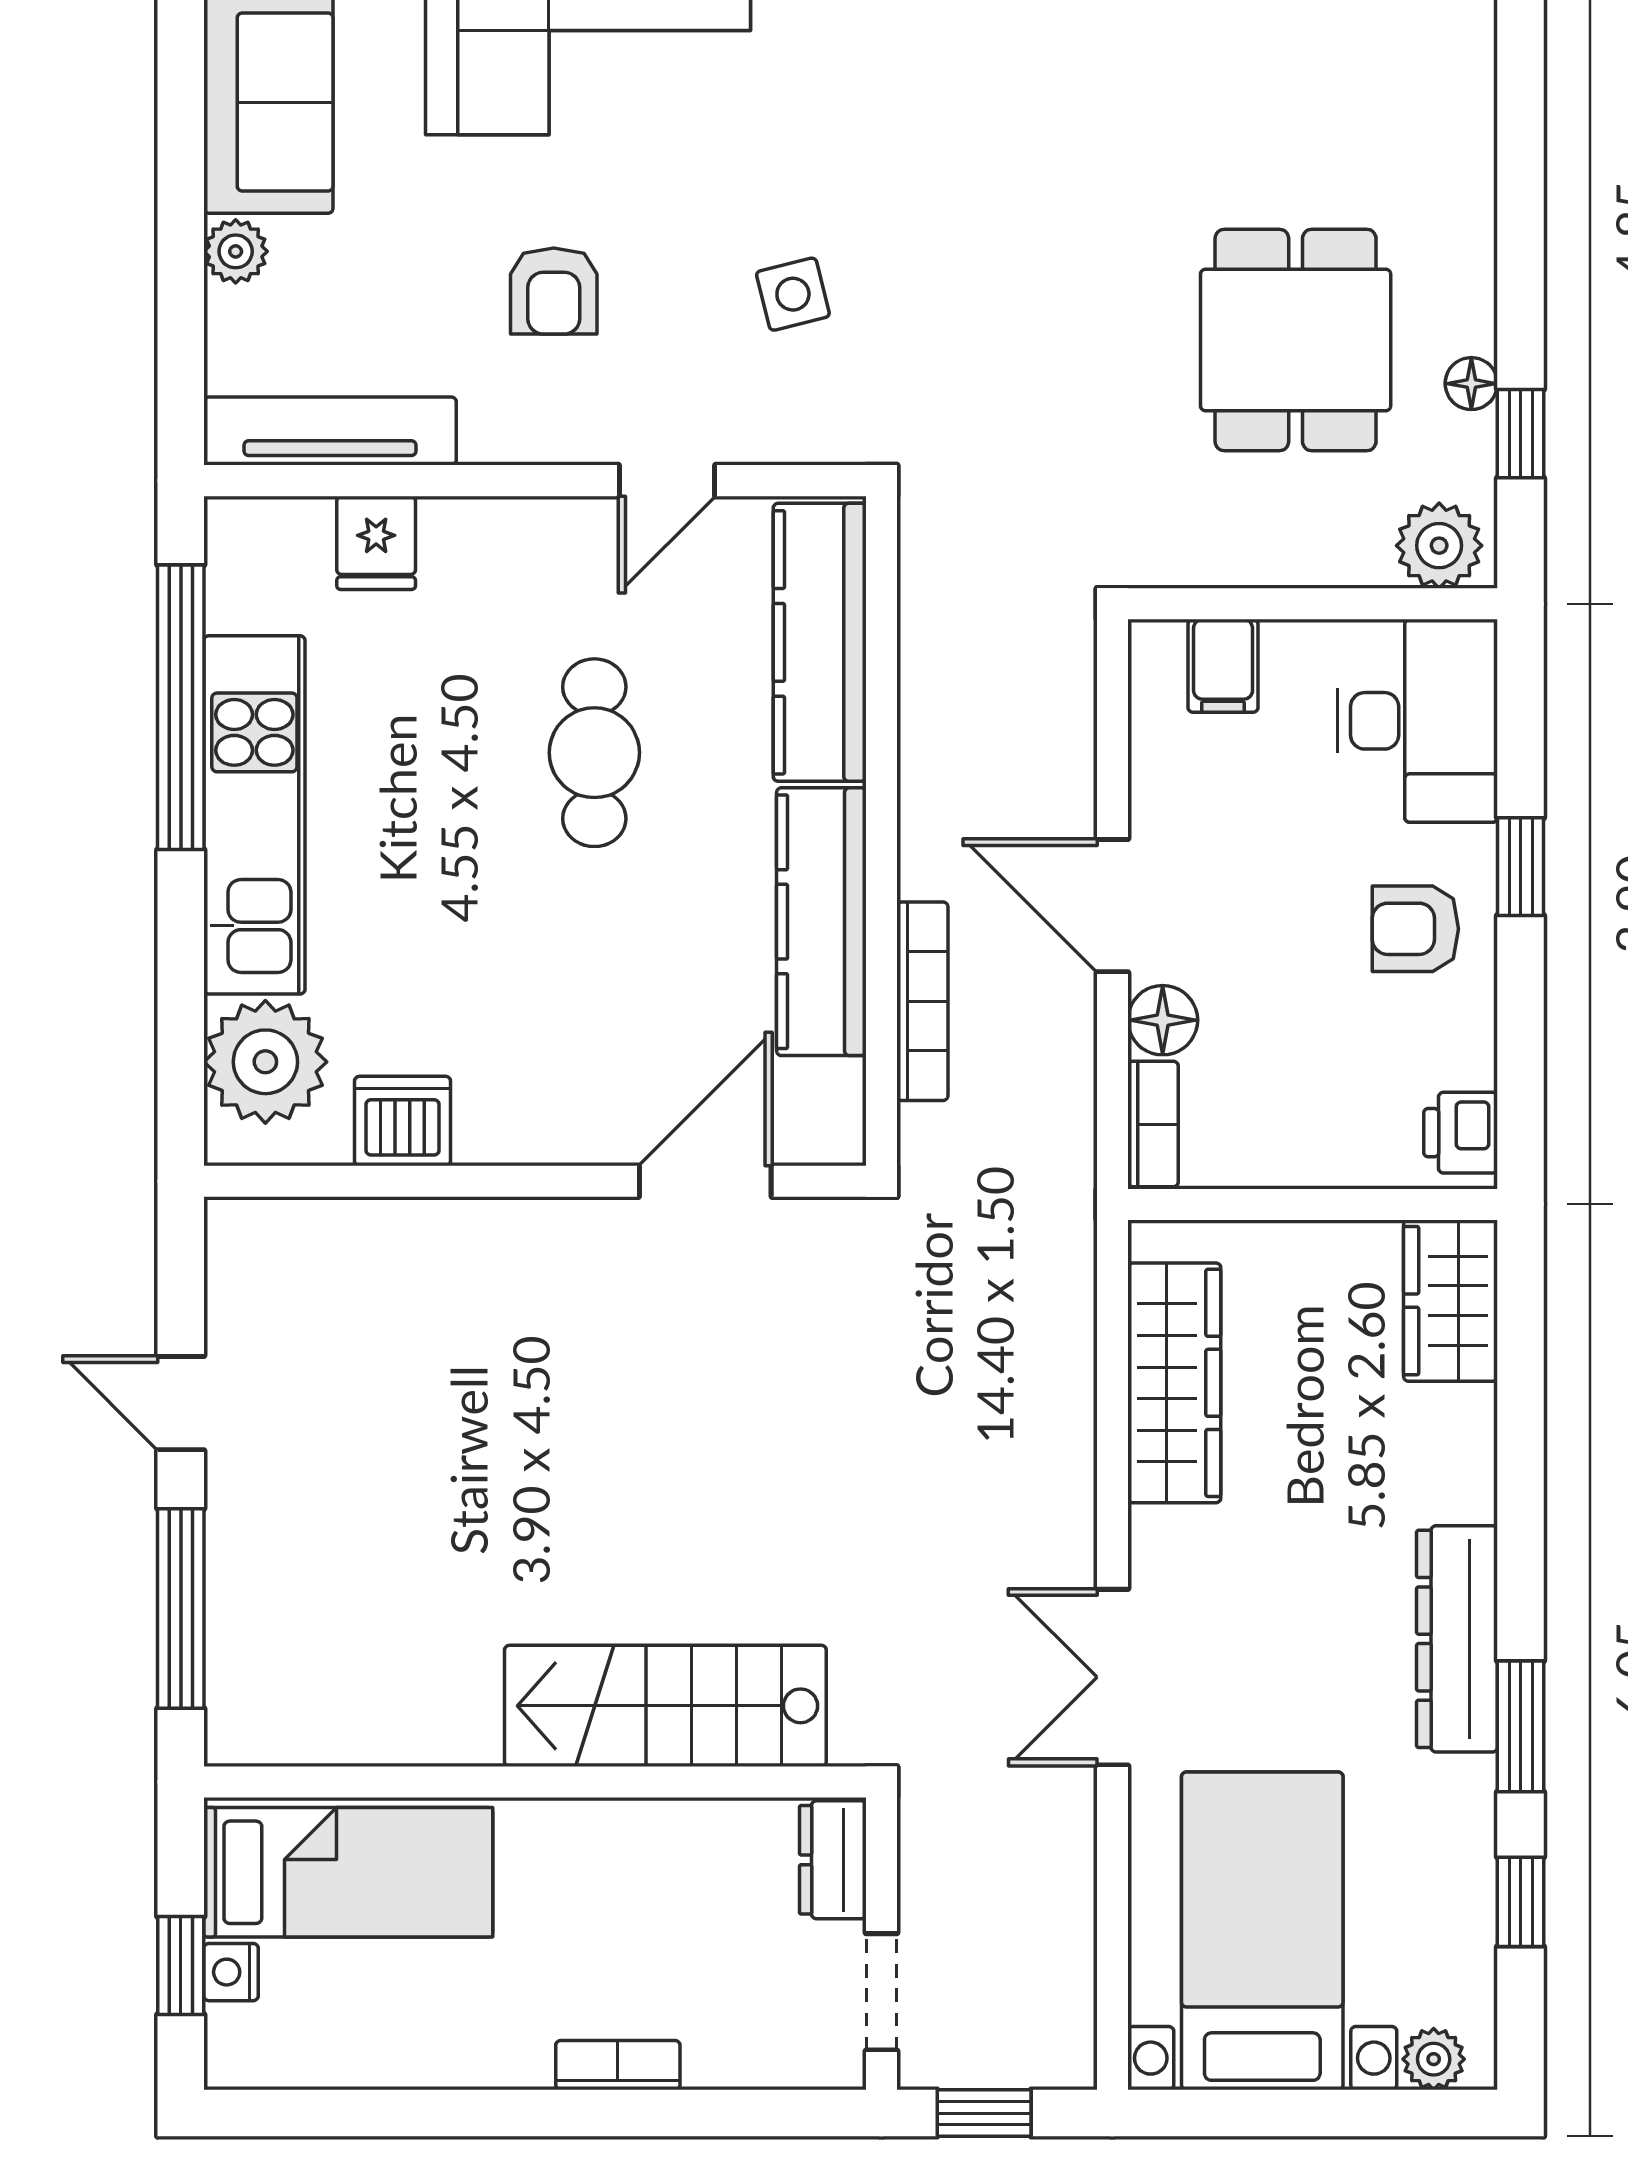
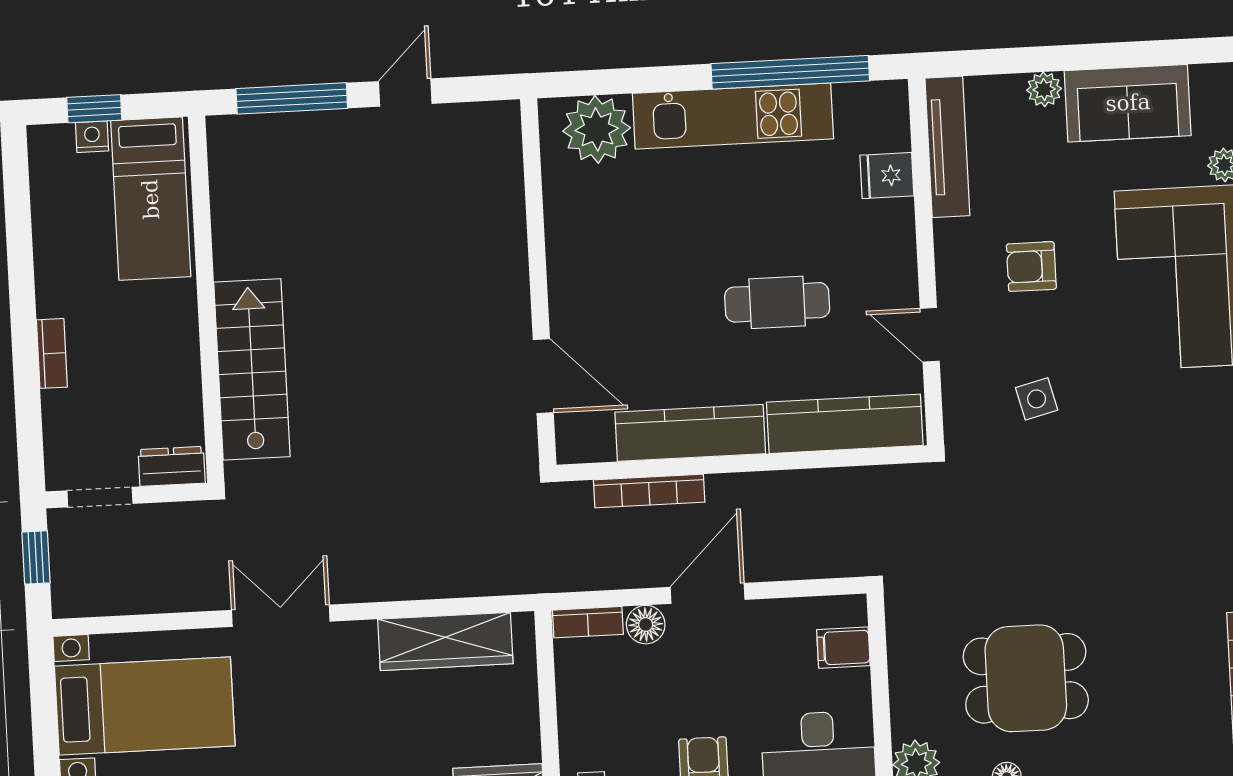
dishwasher: (403, 1121) -> (568, 207), removed

